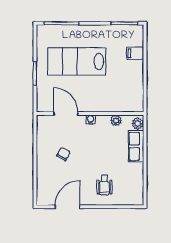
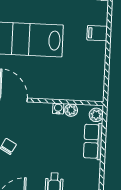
water cooler: (91, 120) -> (58, 109), moved

